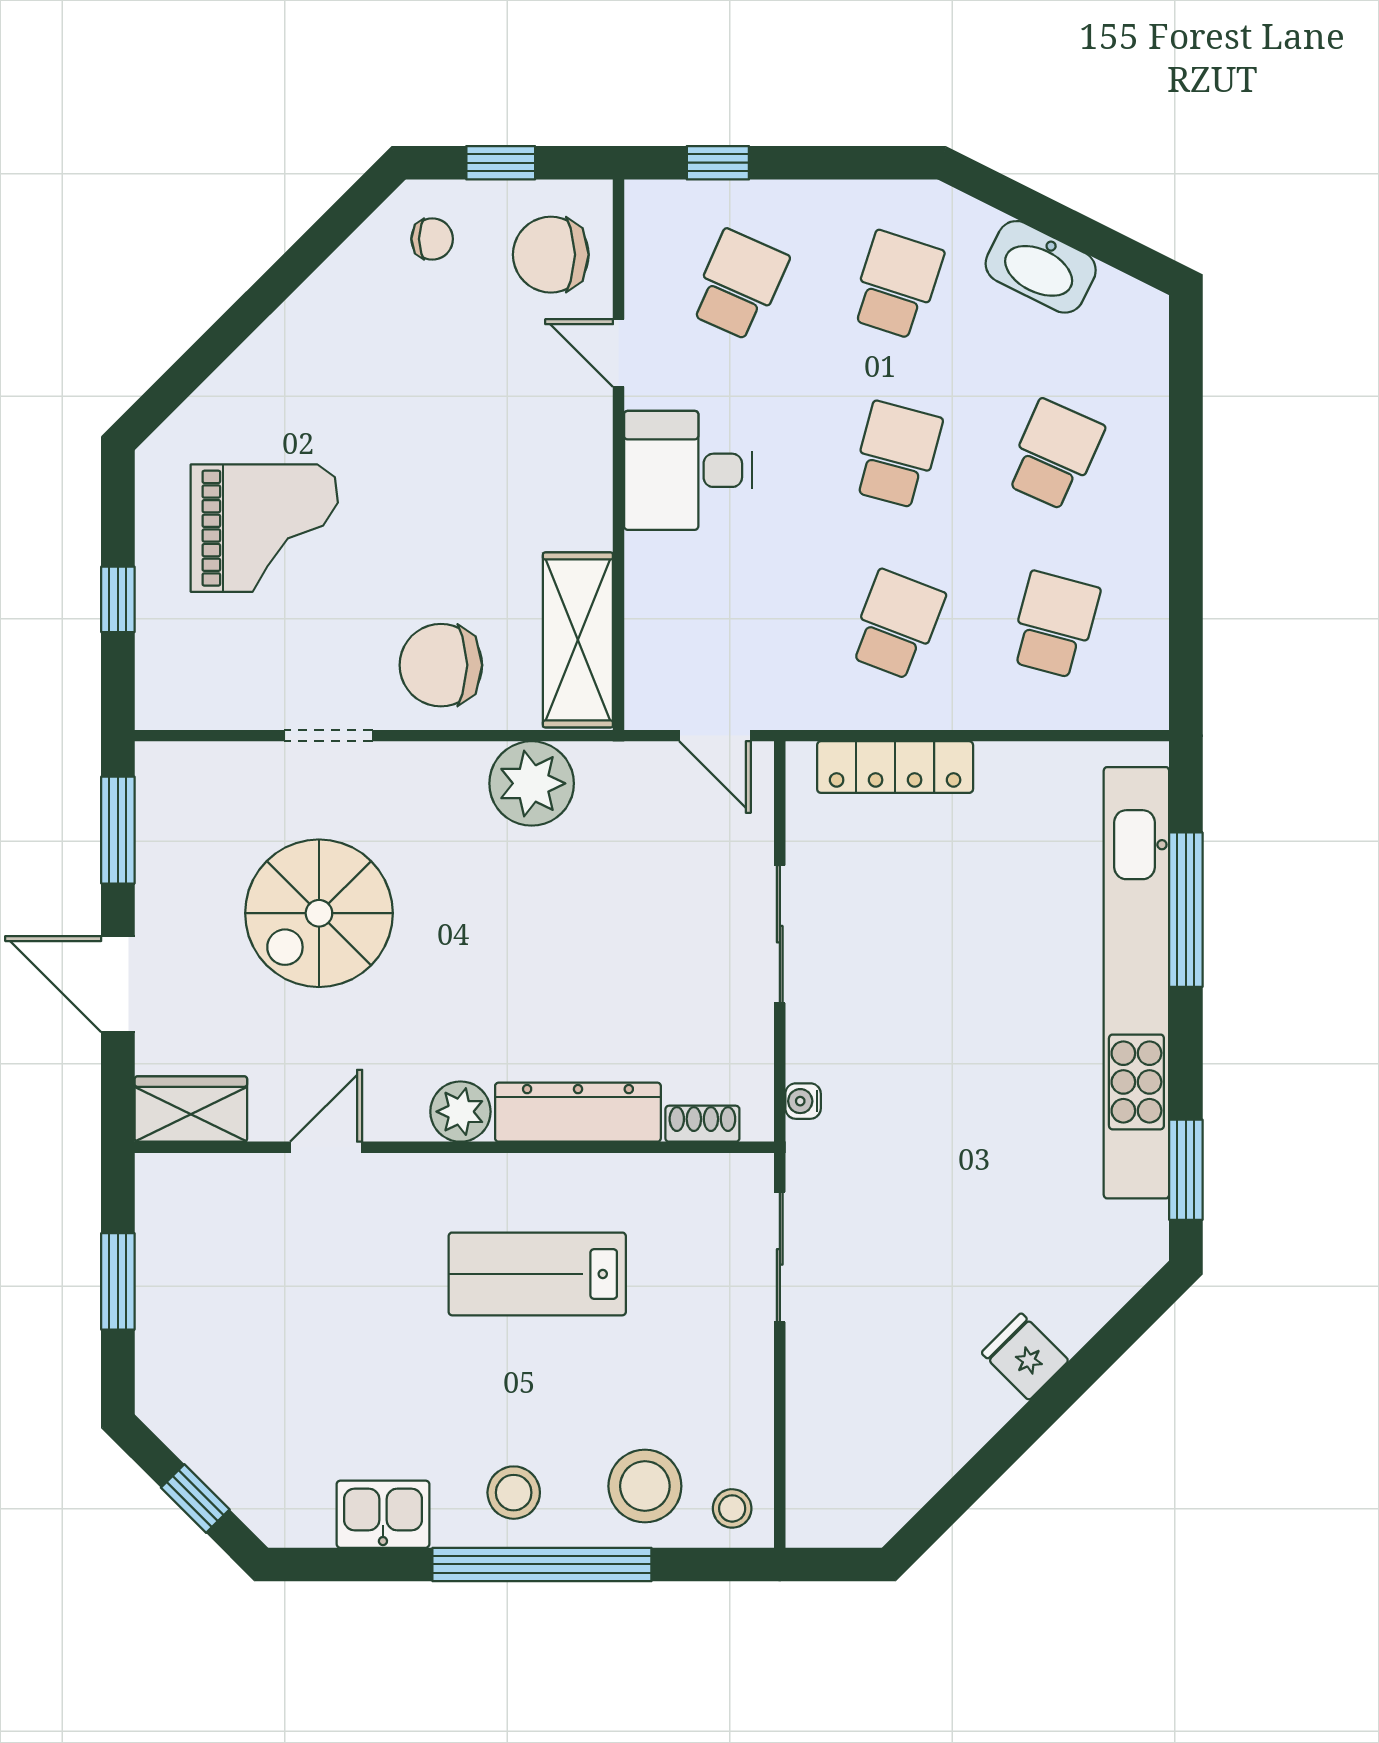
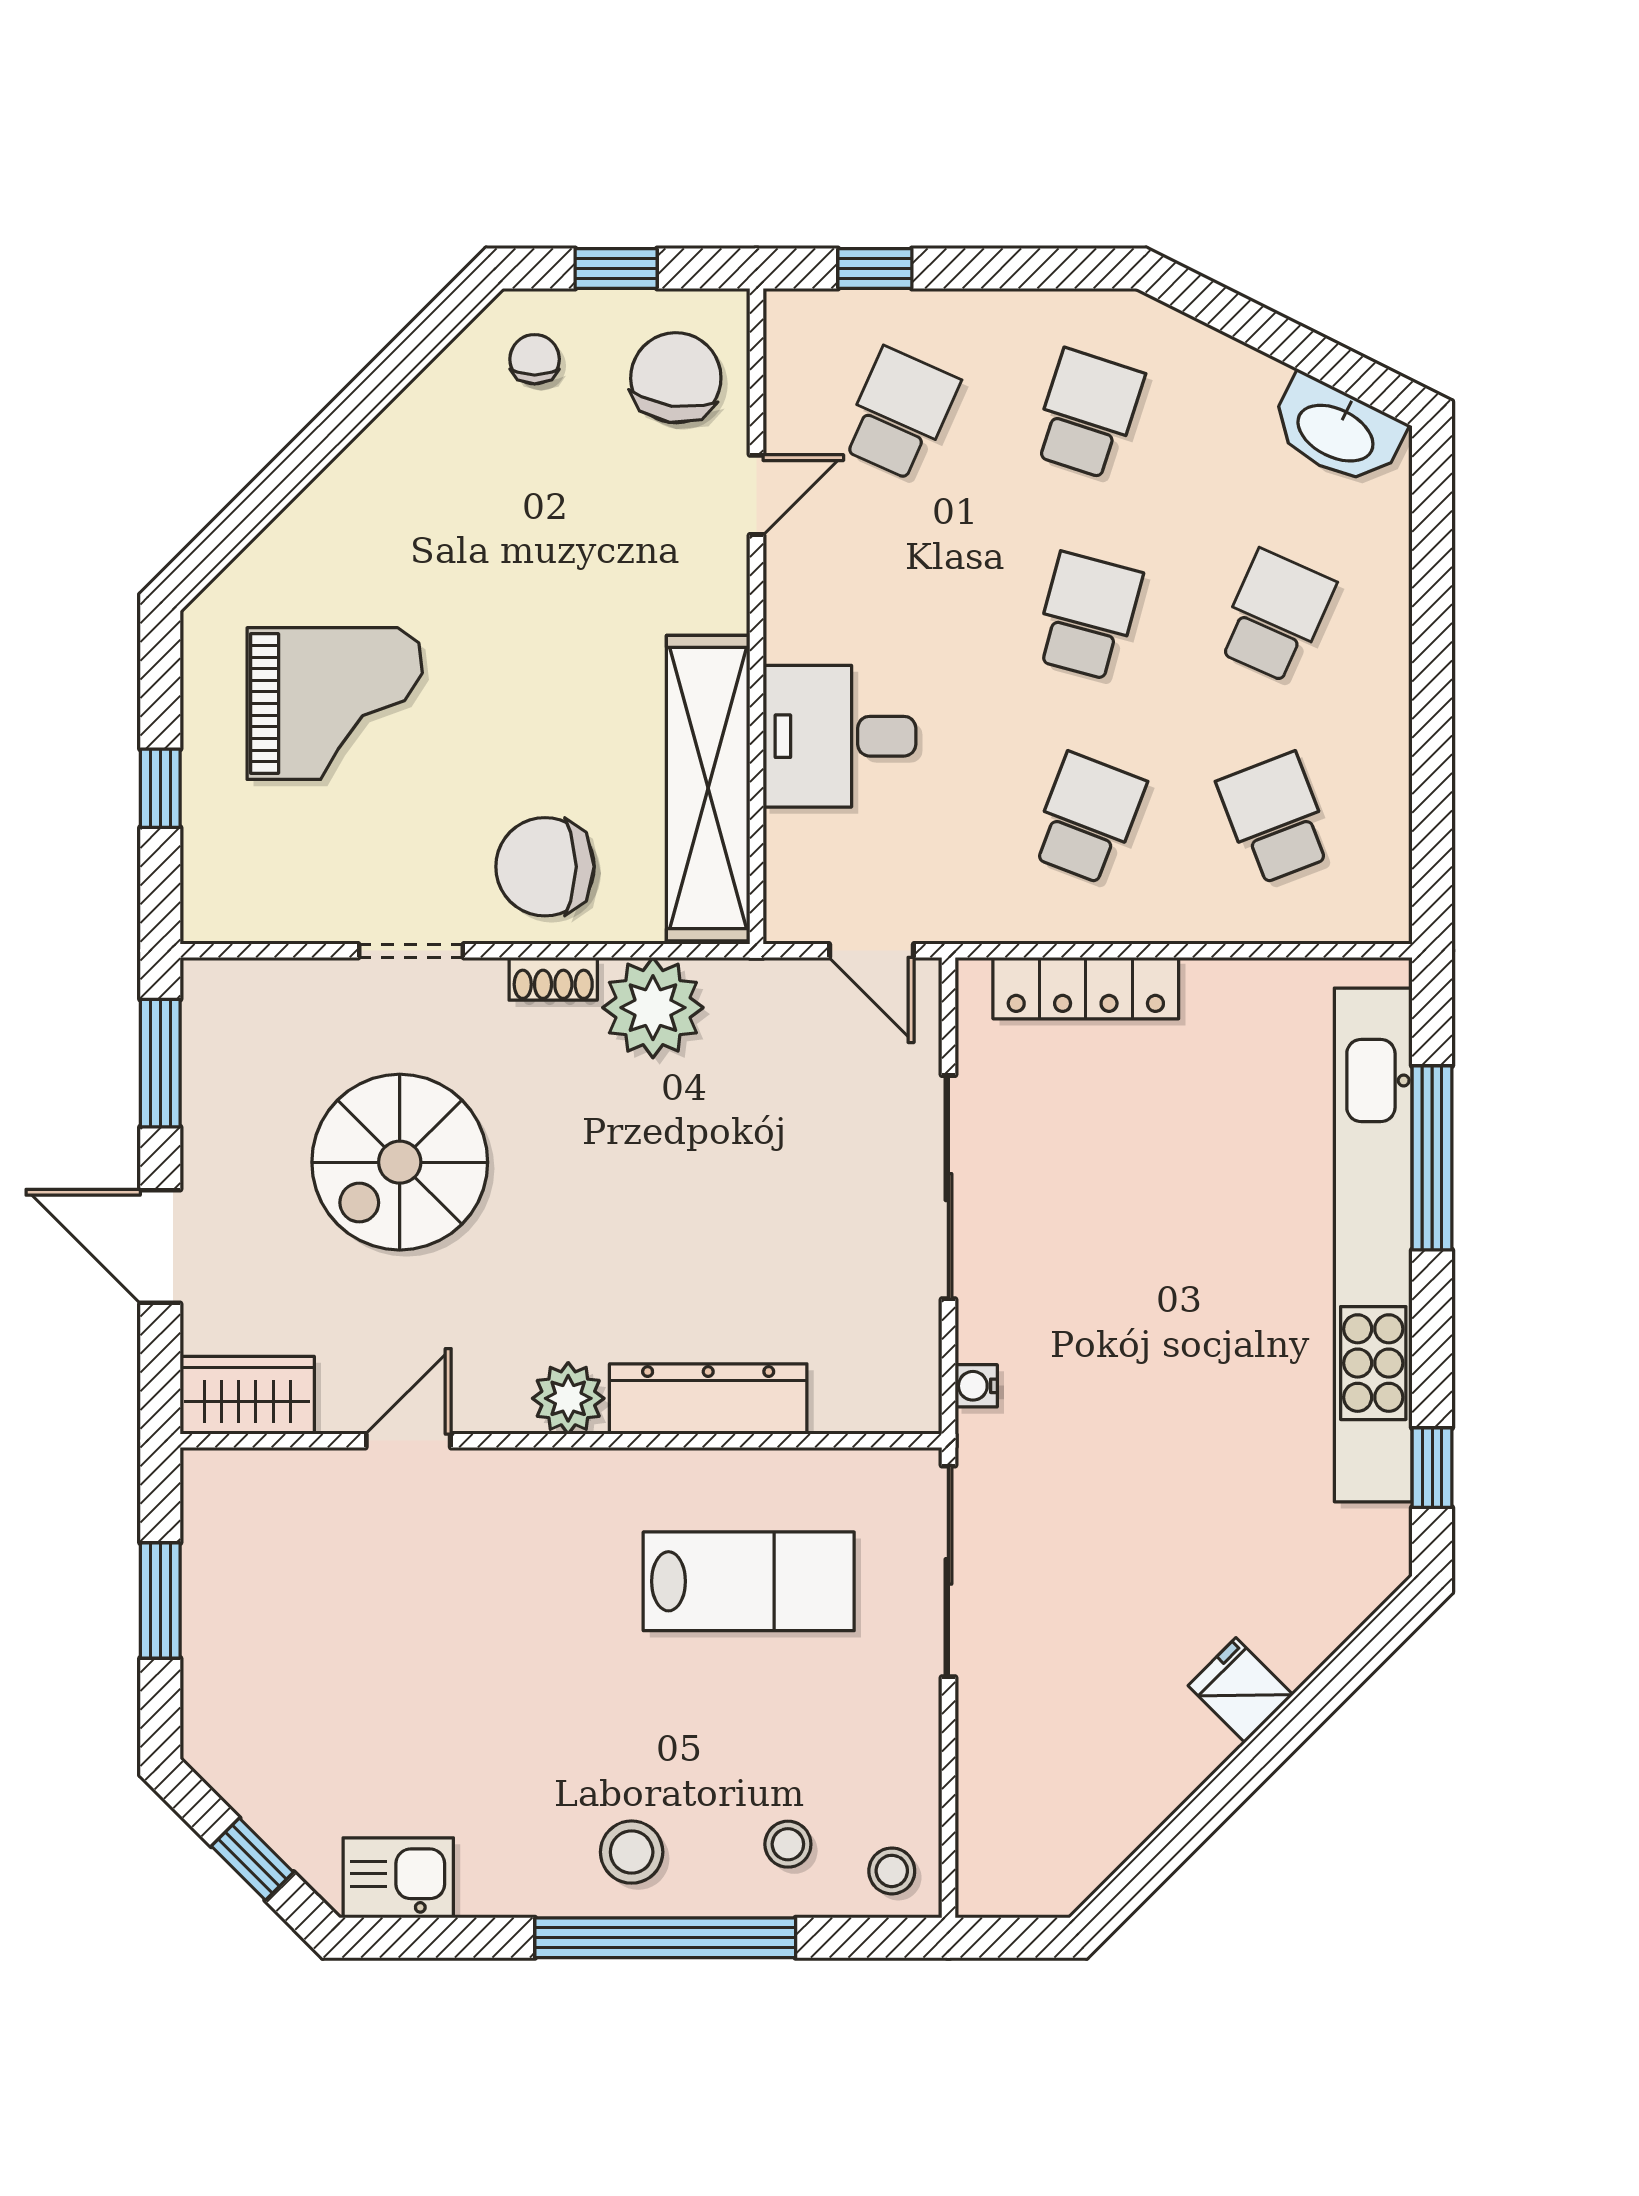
chair: (432, 239) -> (535, 359), turned -90
chair: (551, 255) -> (676, 378), turned 98
washbasin: (1041, 267) -> (1337, 431), moved
door: (618, 353) -> (756, 495), swing flipped
desk: (688, 470) -> (839, 736), moved
school desk: (1054, 625) -> (1275, 818), turned -36
shelving: (578, 640) -> (708, 788), width x1.47
sliding door: (780, 934) -> (948, 1187), width x1.37
shoe rack: (702, 1124) -> (553, 979), moved, turned 180
window: (1186, 1170) -> (1432, 1468), width x0.67
sliding door: (780, 1257) -> (948, 1571), width x1.37
lab bench: (537, 1274) -> (749, 1581), moved, turned 180
stool: (645, 1486) -> (788, 1844), width x0.53, depth x0.53
kitchen sink: (383, 1514) -> (398, 1878), moved

